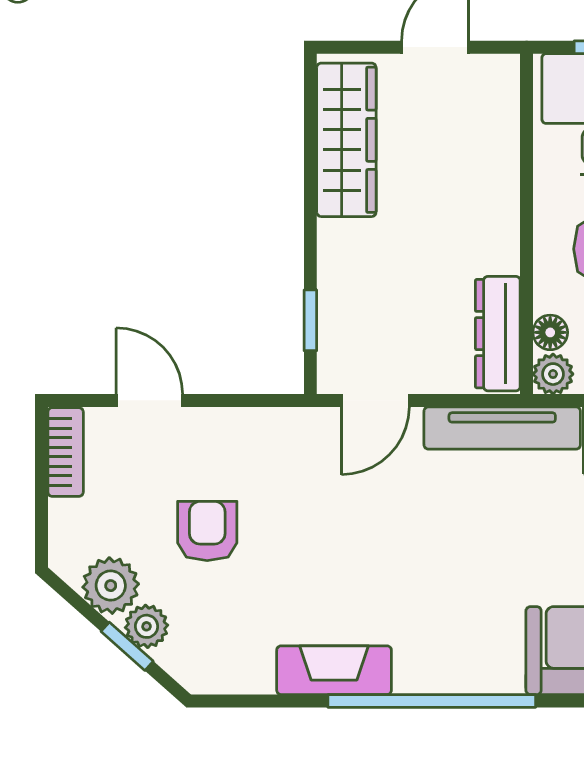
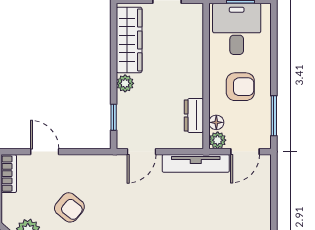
plant: (337, 241) -> (125, 83), added
dresser: (498, 334) -> (194, 115), width x0.70
armchair: (207, 531) -> (69, 207), turned 129

